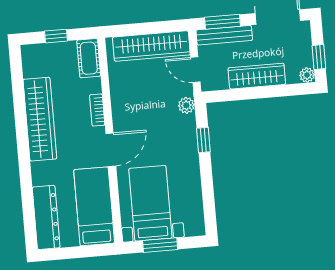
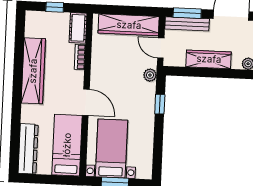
bookcase: (97, 110) -> (80, 57), moved
door: (111, 150) -> (86, 102), hinge flipped

